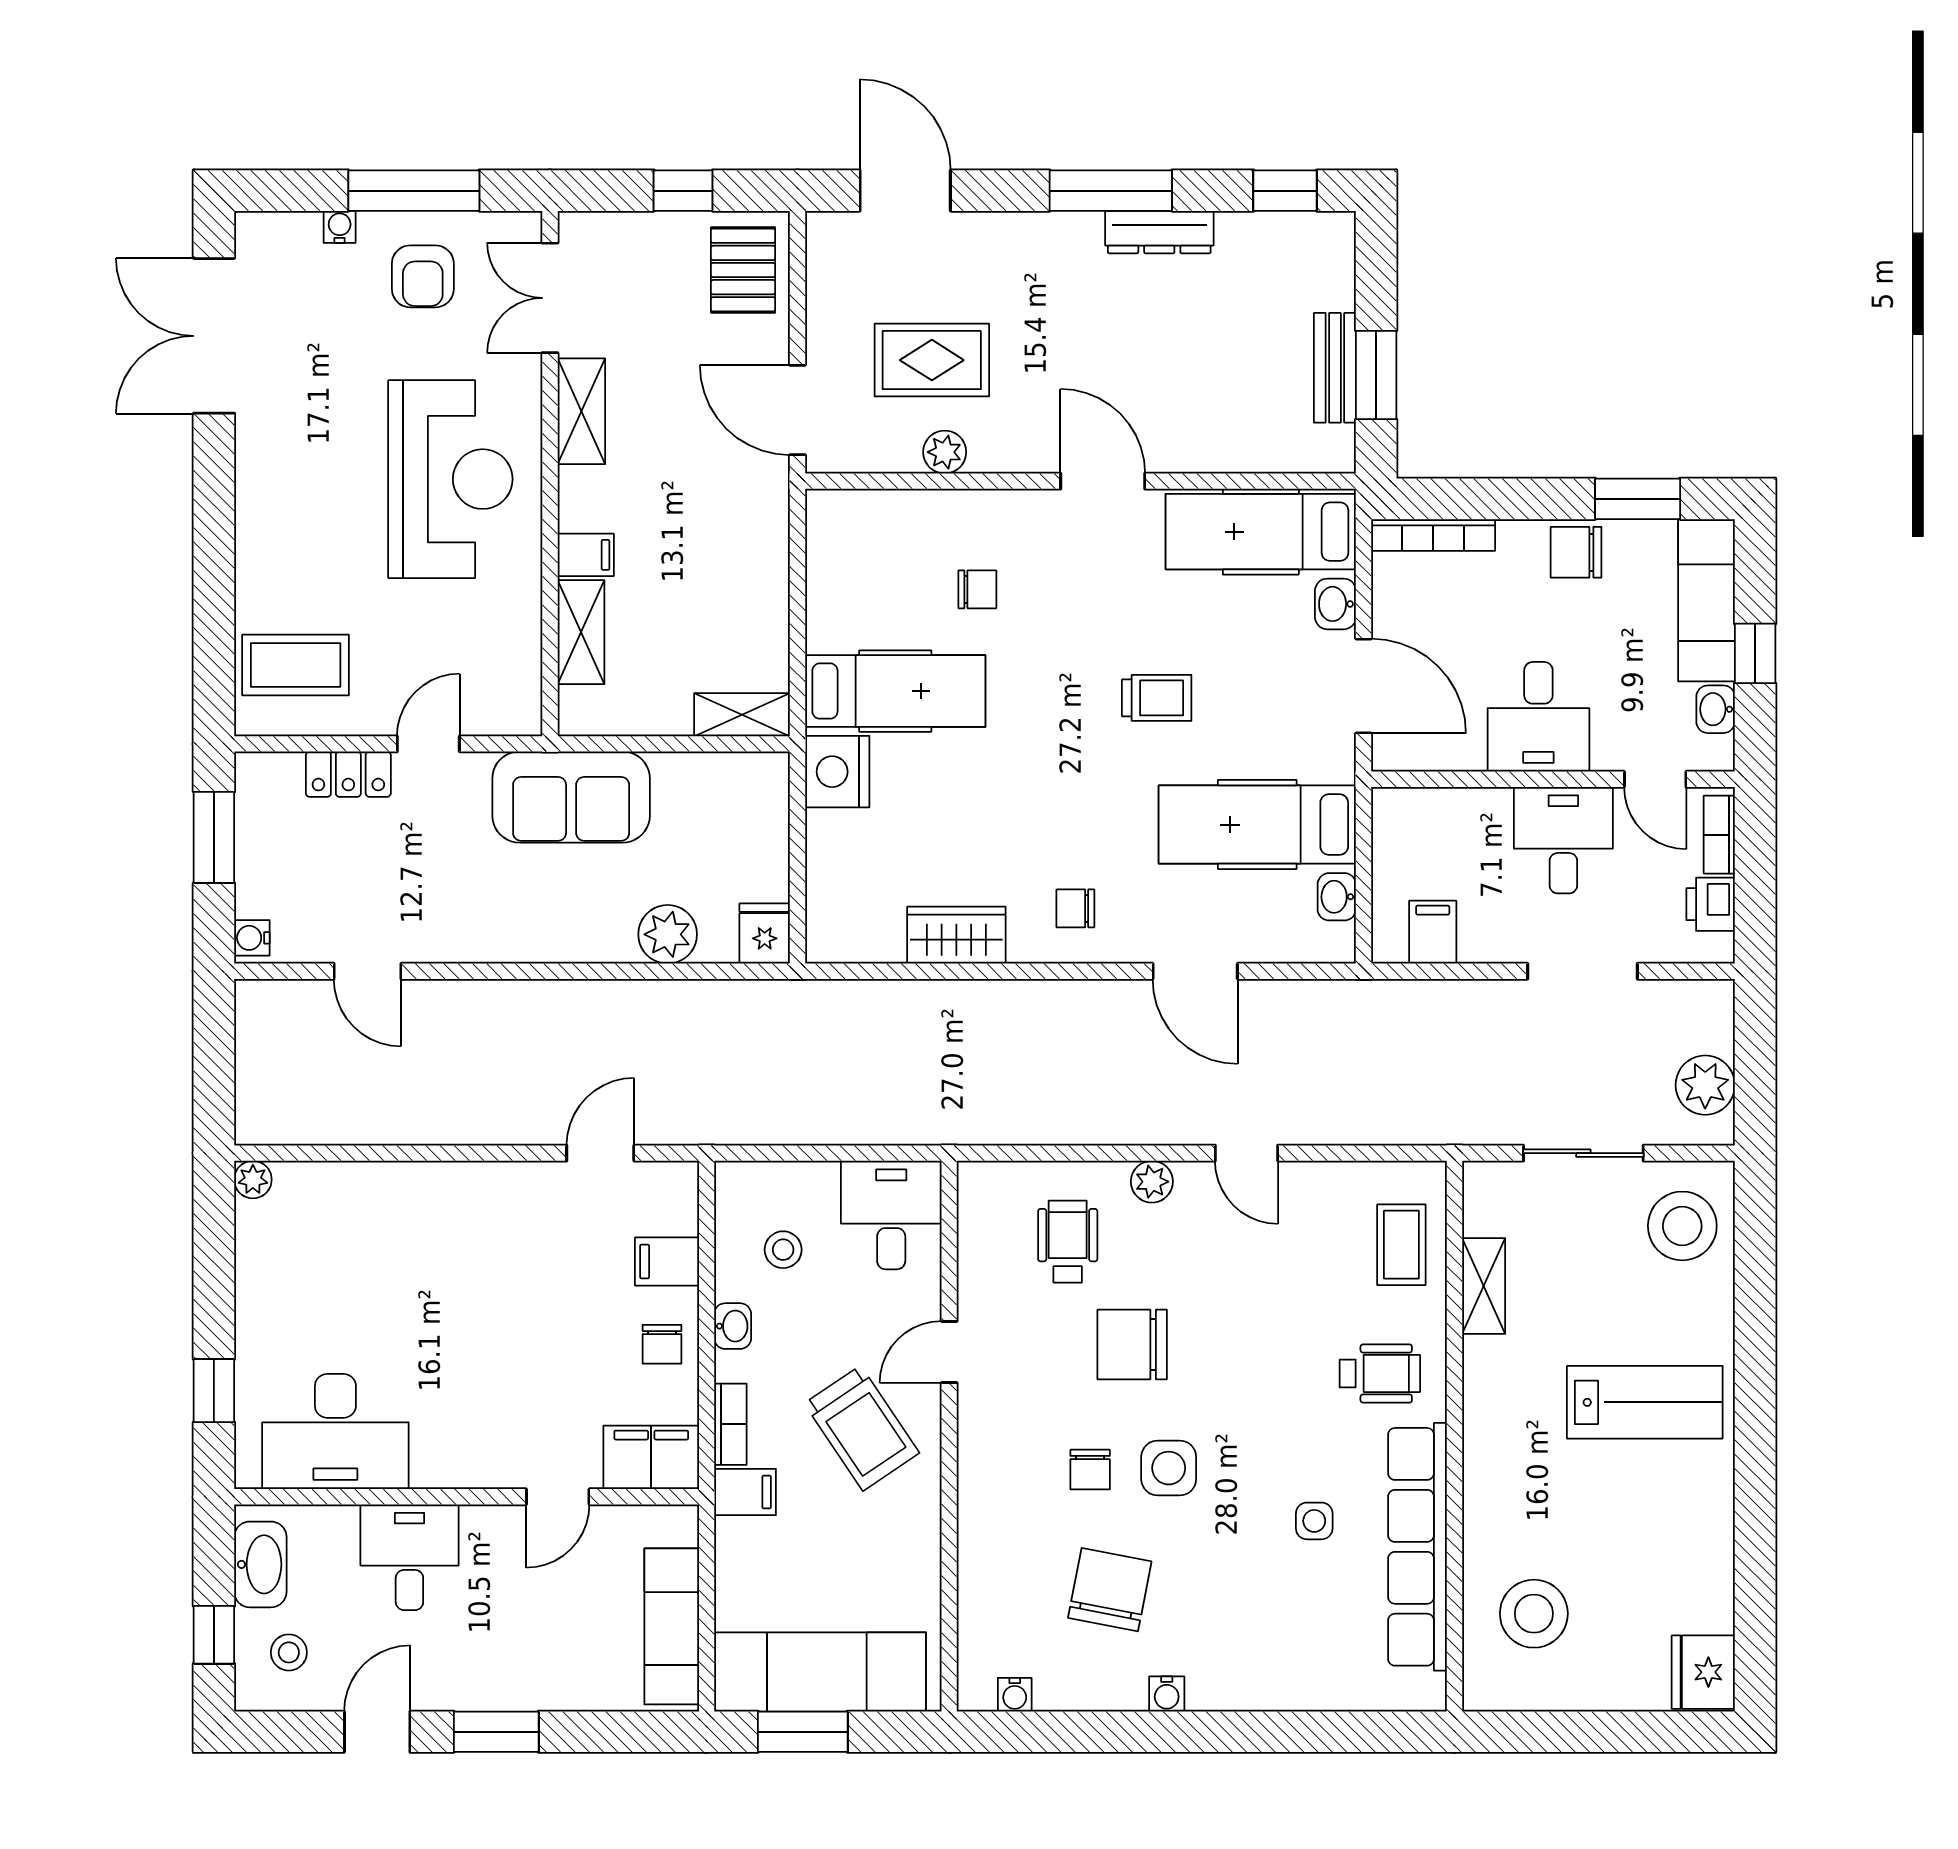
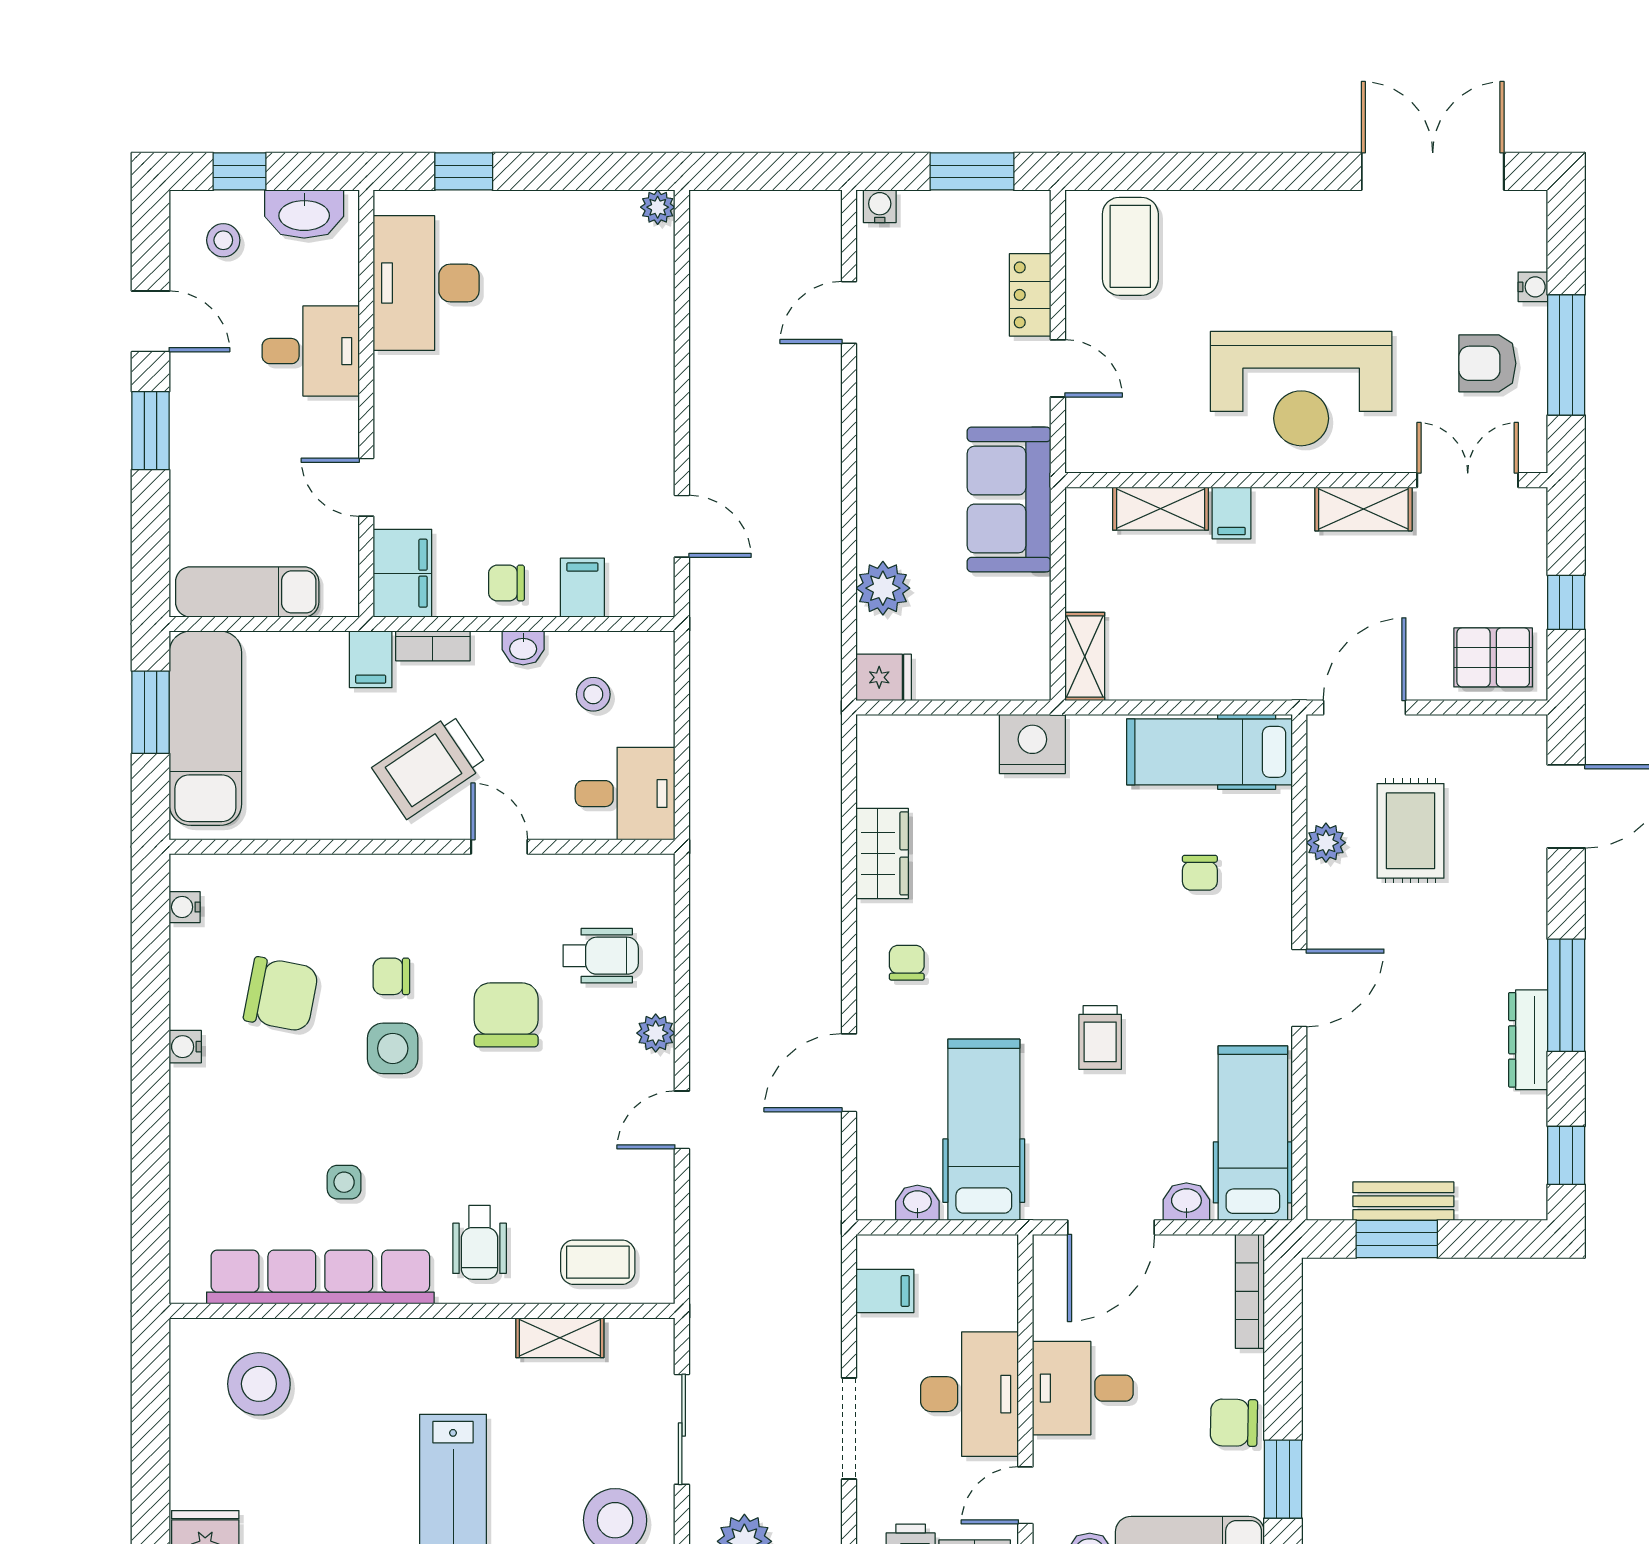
chair: (1576, 552) -> (1234, 1423), turned -89
hospital bed: (895, 691) -> (1209, 752), moved, turned 90
desk: (1563, 840) -> (969, 1394), width x1.37

